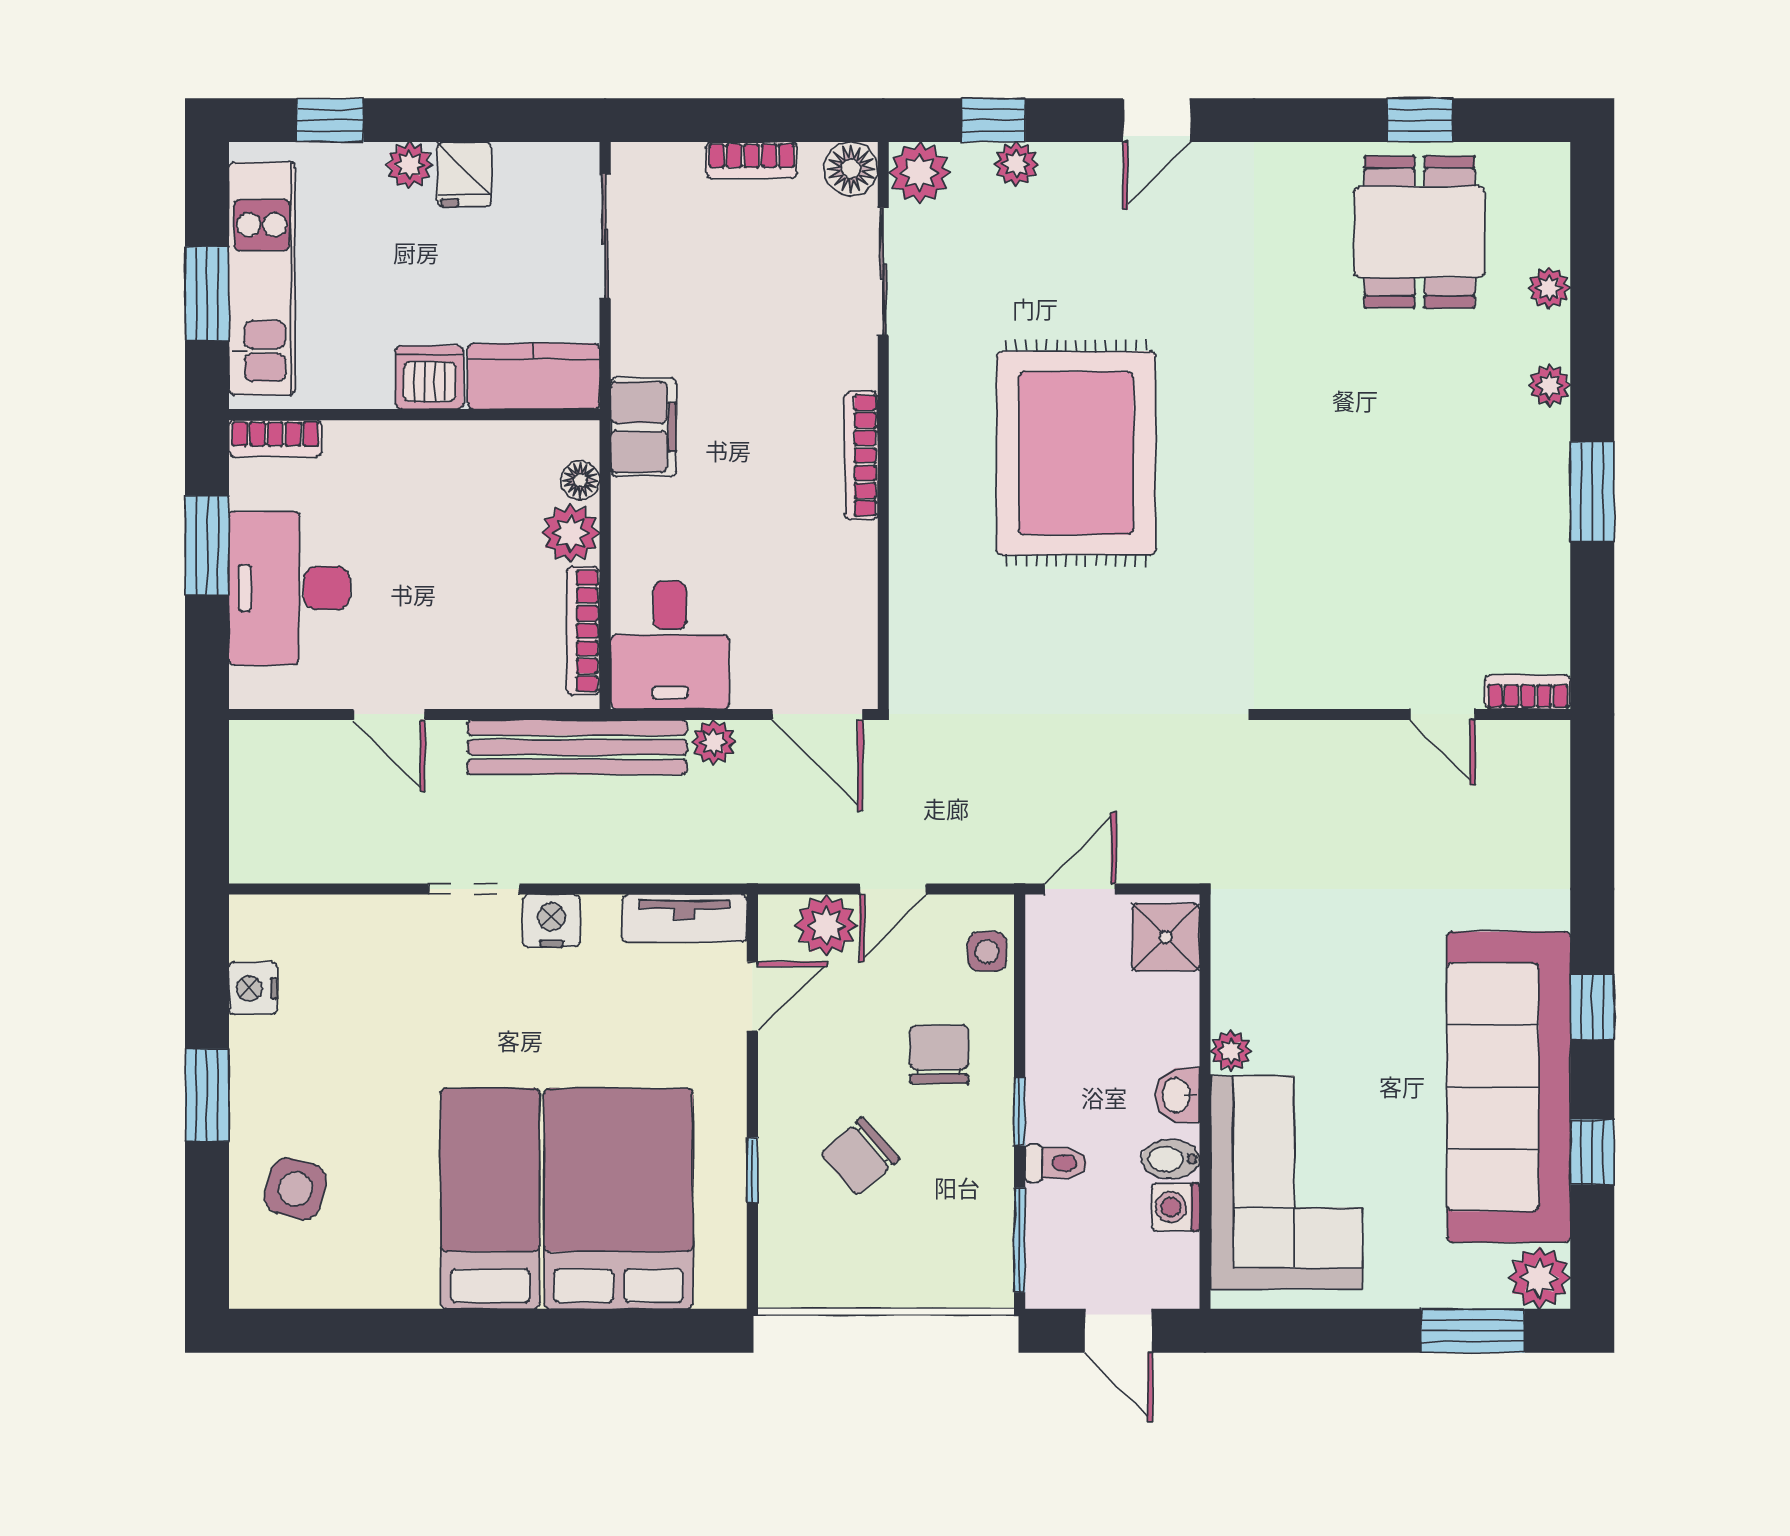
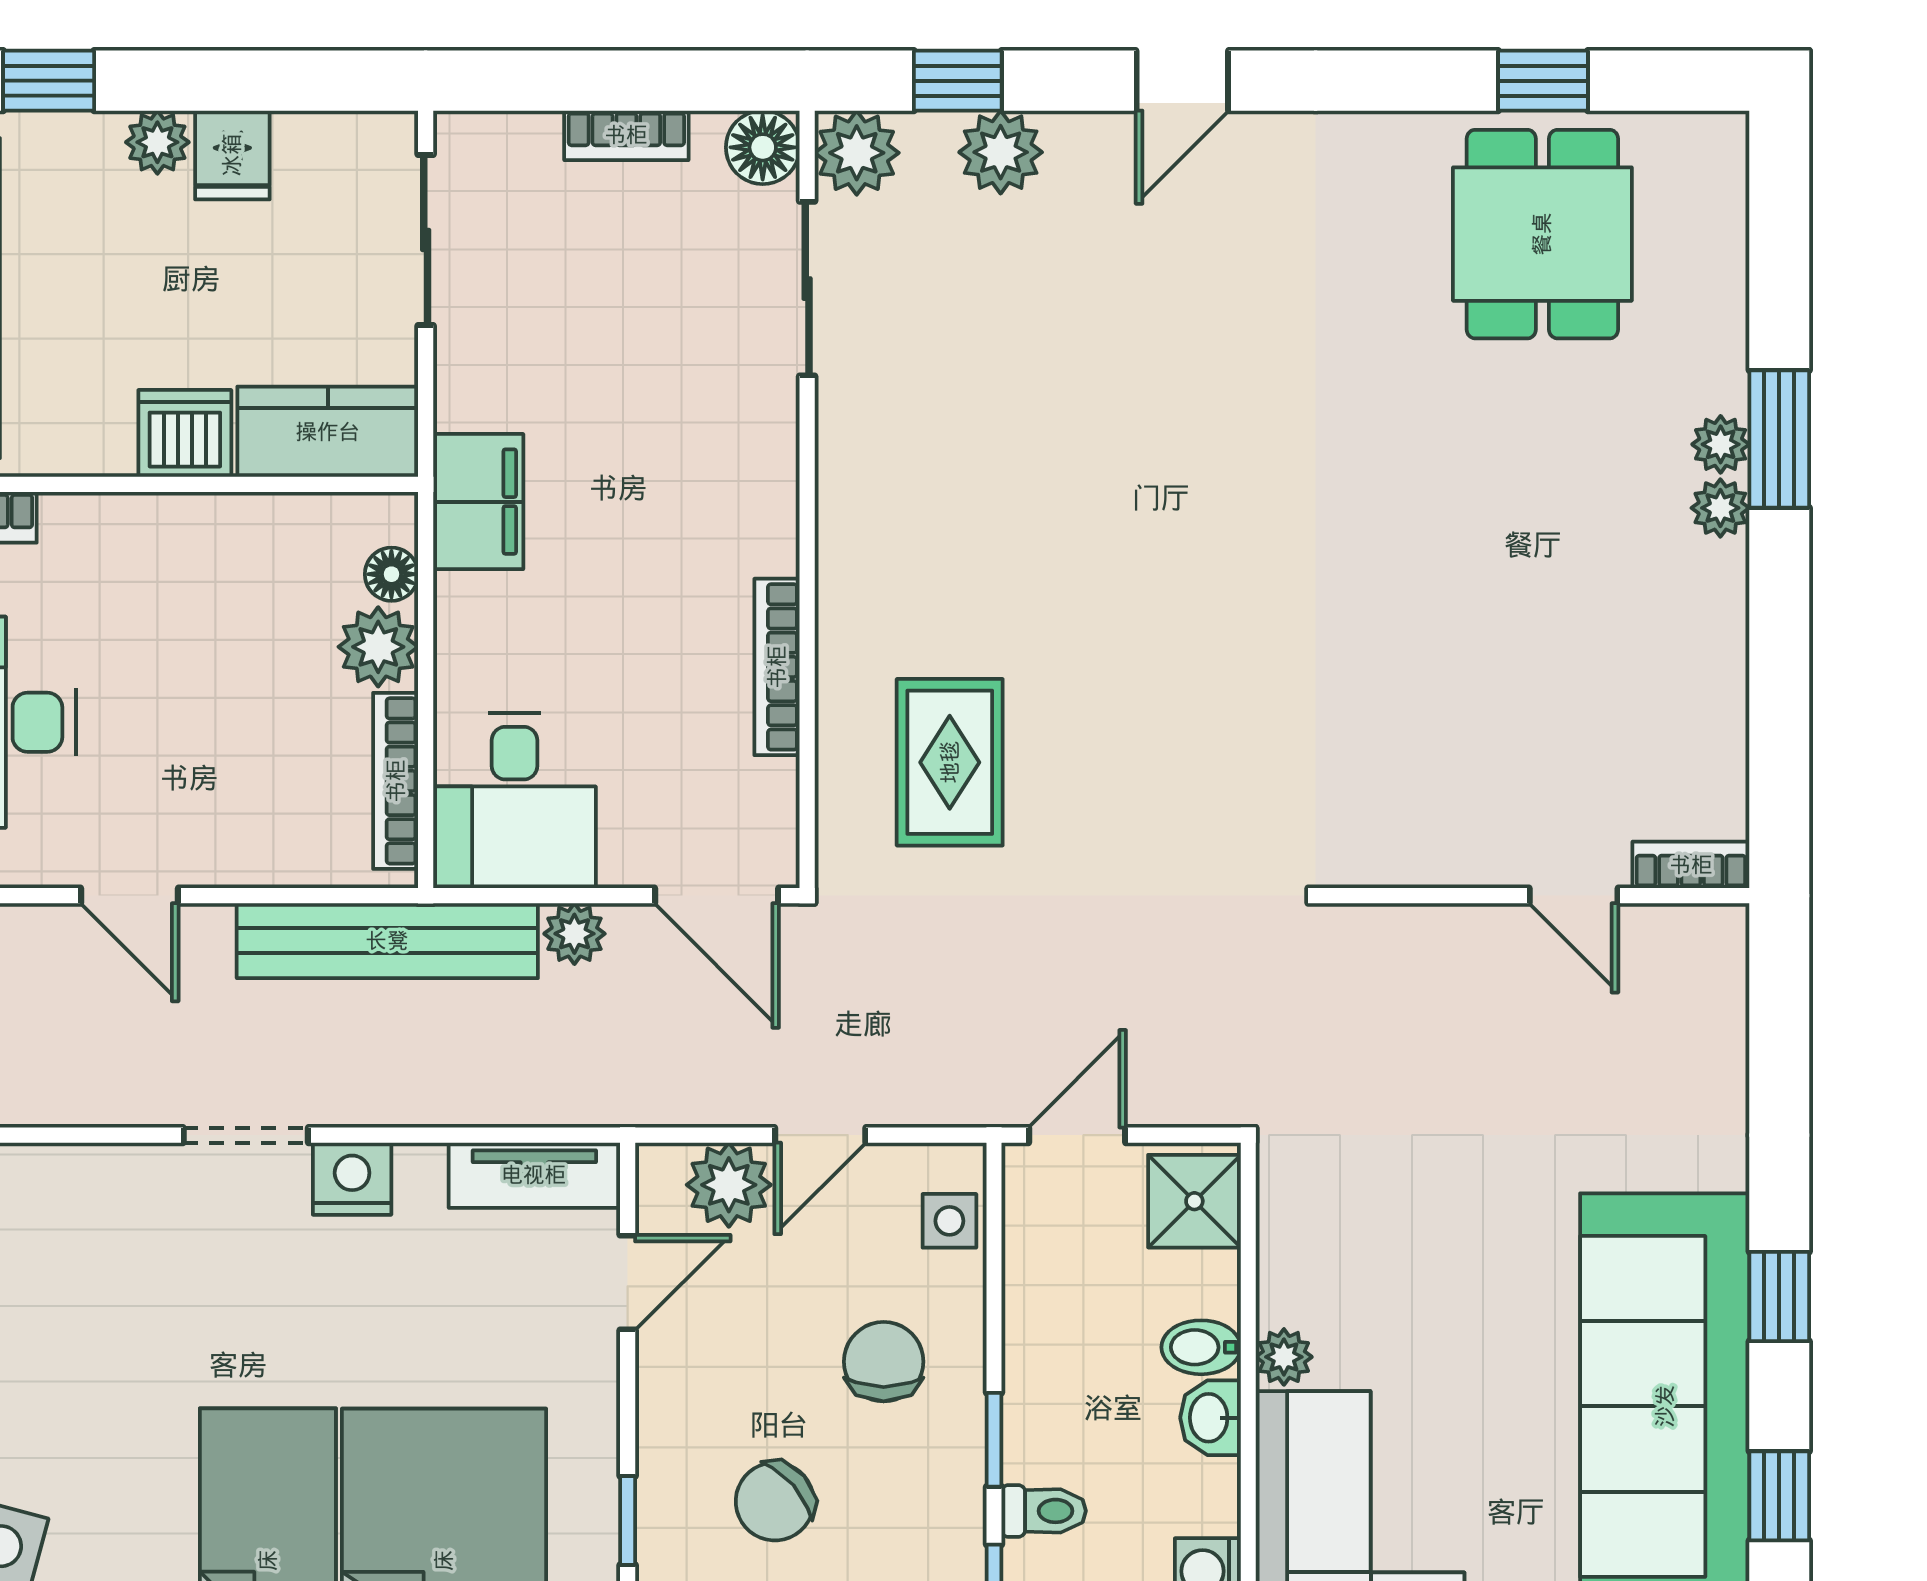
plant: (1016, 164) -> (1001, 152), width x1.38, depth x1.38
plant: (1549, 288) -> (1720, 508), moved
rug: (1076, 453) -> (950, 762), moved, width x0.54, depth x0.49
bookcase: (861, 455) -> (777, 667), moved
window: (1592, 492) -> (1779, 439), moved
bidet: (1171, 1159) -> (1201, 1347), moved

